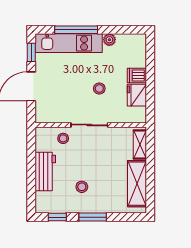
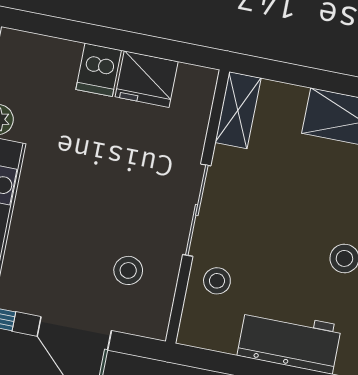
stool: (99, 89) -> (128, 270), moved
shelving: (140, 144) -> (238, 110), moved, turned 90

